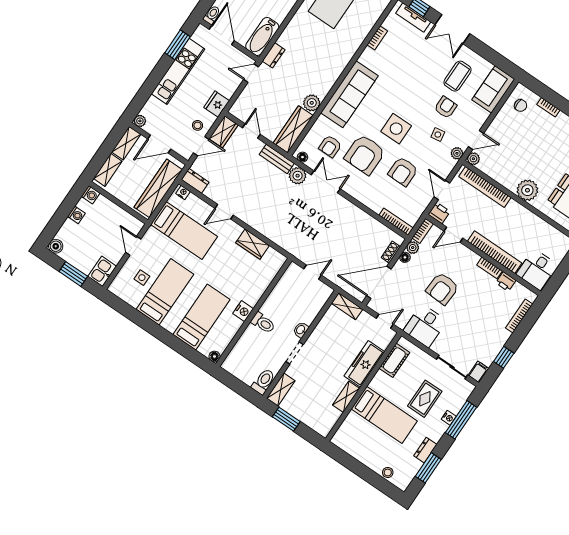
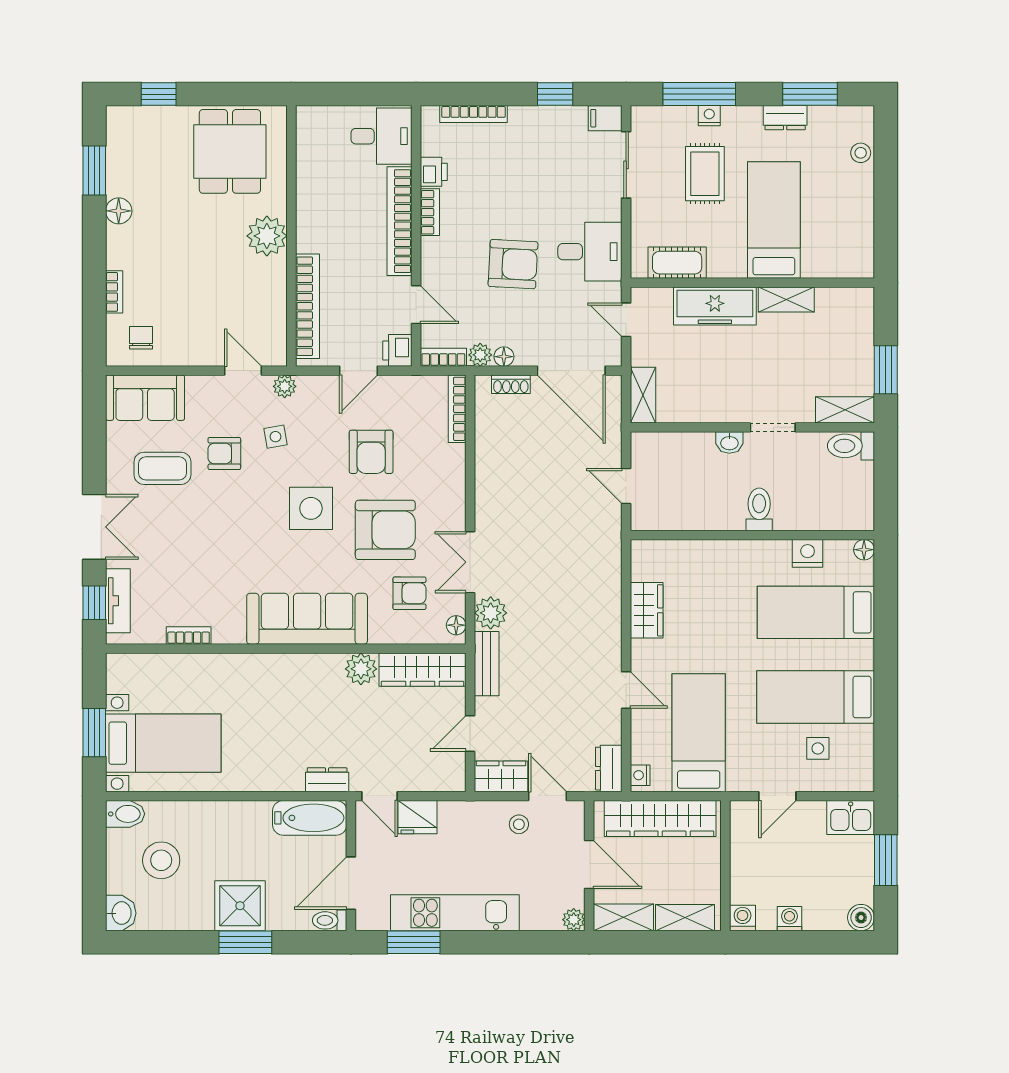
fridge: (217, 104) -> (417, 817), moved
plant: (473, 159) -> (275, 355), removed
armchair: (403, 171) -> (371, 452), turned 90
nightstand: (243, 311) -> (808, 553), moved
rug: (425, 399) -> (705, 174), turned 90

